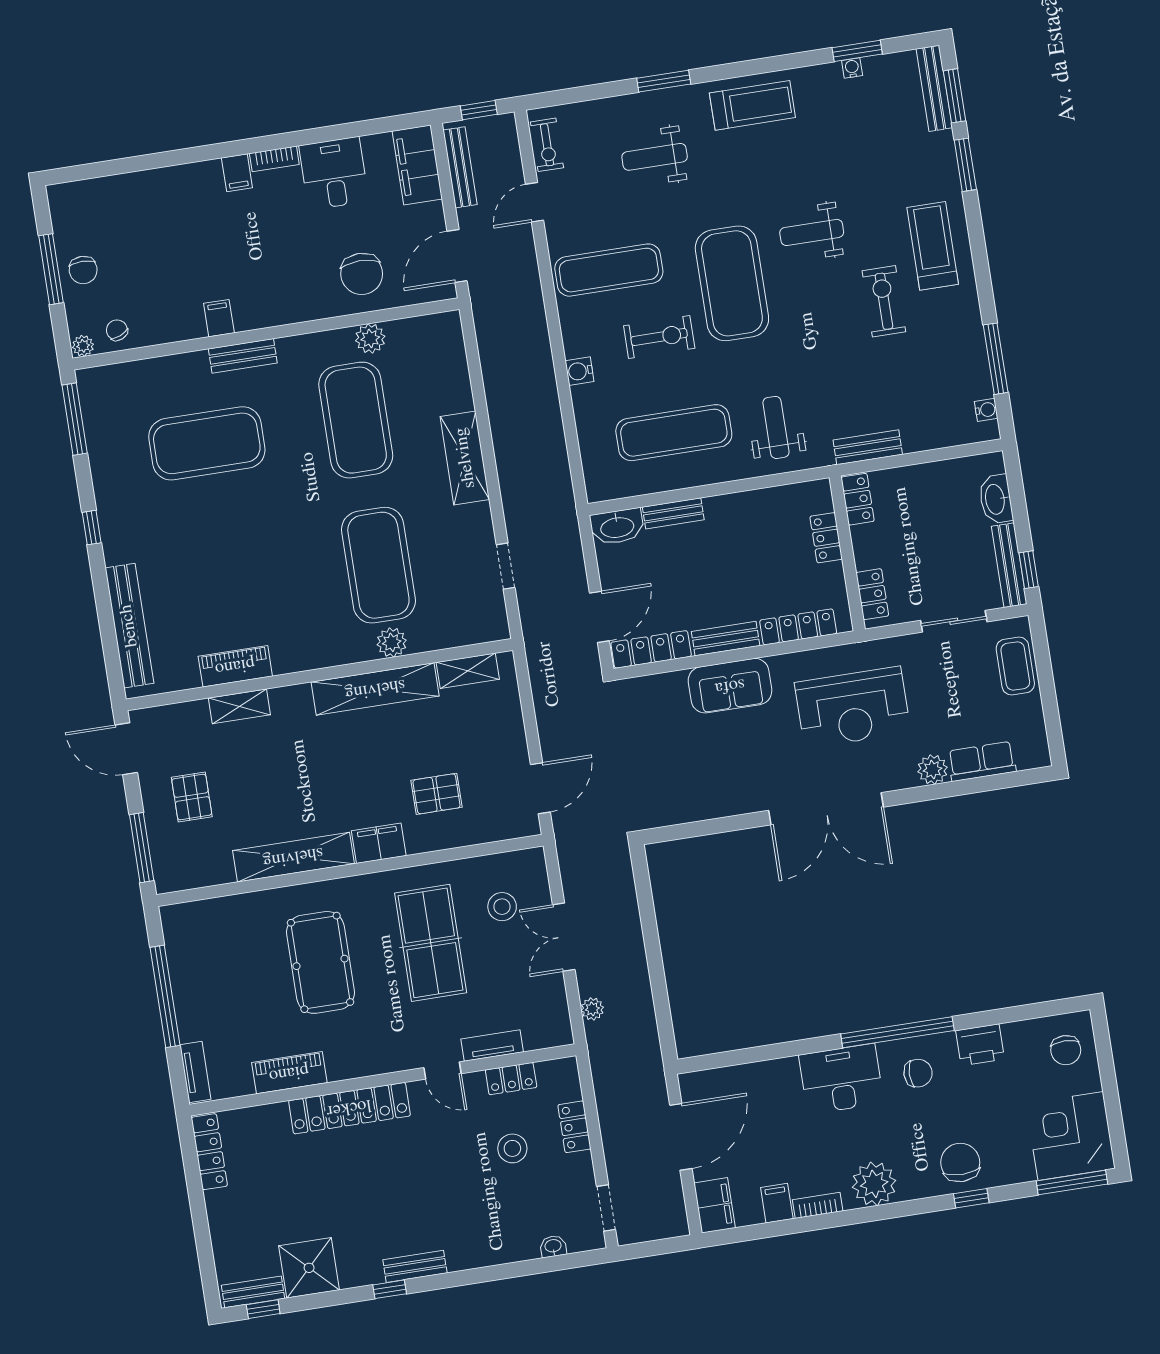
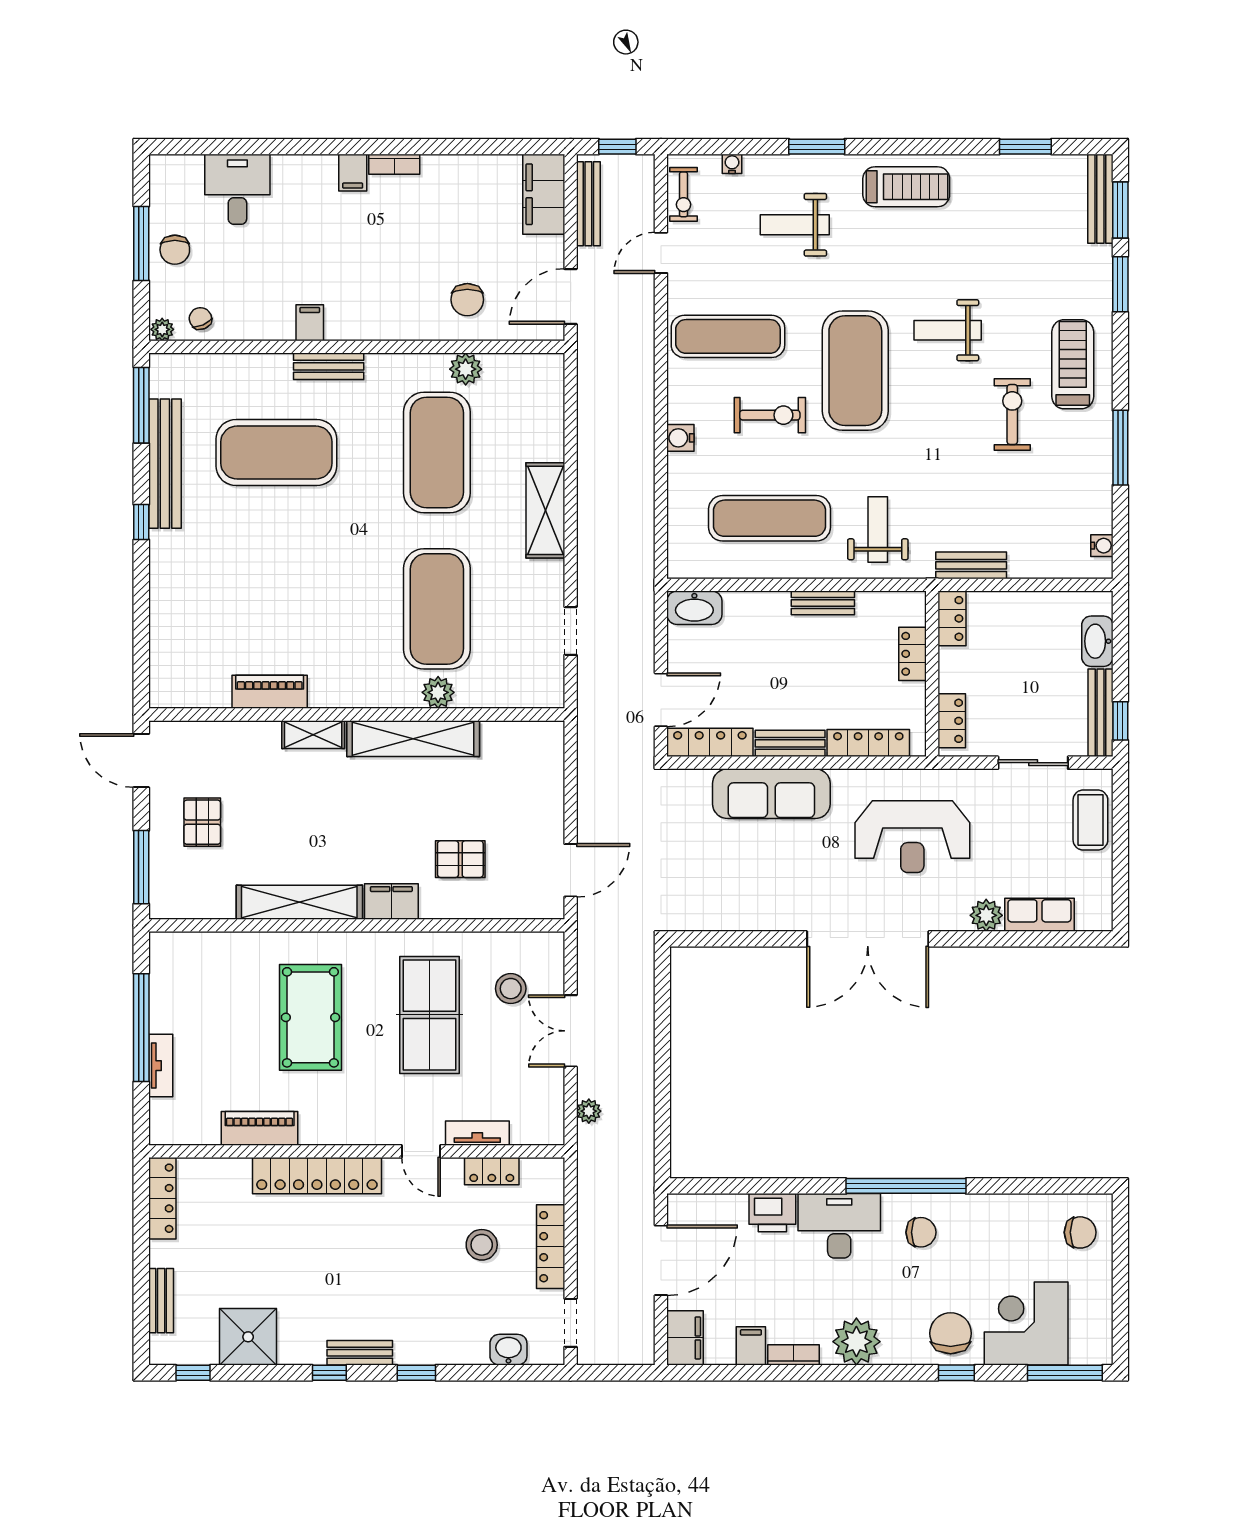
water cooler: (852, 68) -> (732, 164), moved
desk: (334, 173) -> (237, 189), moved
chair: (362, 274) -> (467, 300), width x0.73, depth x0.73
window: (996, 359) -> (1120, 448), moved
bench: (673, 513) -> (823, 603), moved
bench: (129, 626) -> (165, 464), moved
shelving: (468, 671) -> (513, 735), removed
sofa: (730, 686) -> (771, 794), width x1.36
shelving: (239, 706) -> (313, 735), moved
printer: (980, 1045) -> (772, 1213), moved
chair: (1066, 1050) -> (1080, 1232), turned -90
tv unit: (195, 1072) -> (161, 1066), moved
locker: (574, 1127) -> (551, 1247), width x1.53
corner desk: (1071, 1136) -> (1026, 1324), moved
washbasin: (553, 1246) -> (508, 1350), width x1.38, depth x1.45
window: (470, 1277) -> (416, 1373), added
bench: (253, 1292) -> (161, 1301), moved, turned 90

